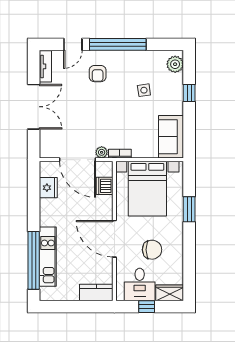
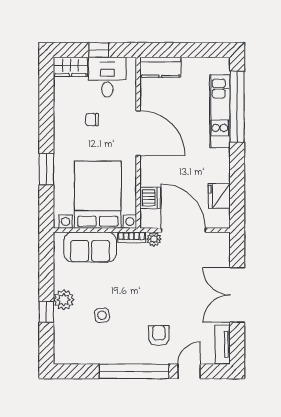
plant: (175, 64) -> (64, 300), moved
sofa: (171, 137) -> (90, 247), moved, turned 90
chair: (152, 250) -> (92, 120), width x0.54, depth x0.54

